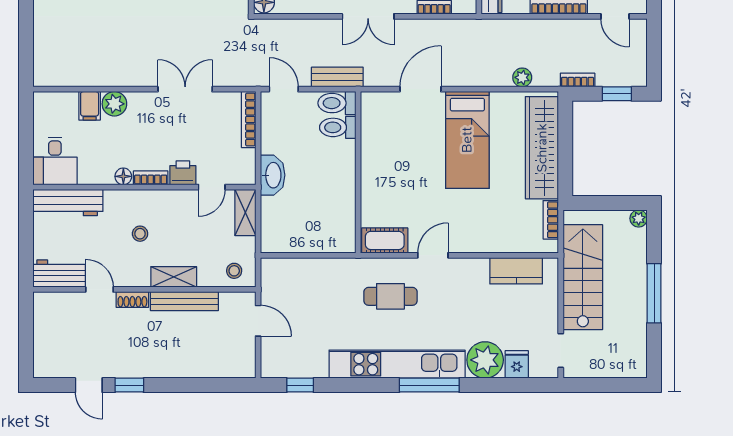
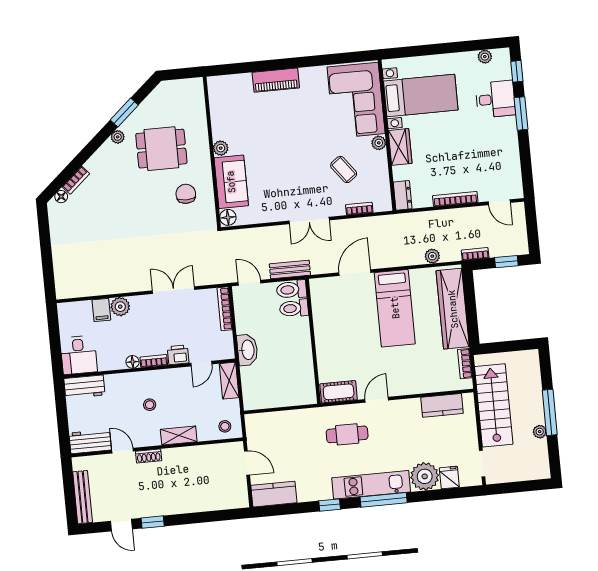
workbench: (68, 203) -> (84, 387), width x0.73
plant: (639, 218) -> (540, 432), moved
bench: (184, 301) -> (83, 497), moved, turned 90
kitchen counter: (289, 364) -> (274, 494), added
kitchen unit: (397, 364) -> (371, 485), width x0.73
window: (300, 385) -> (330, 505), moved

